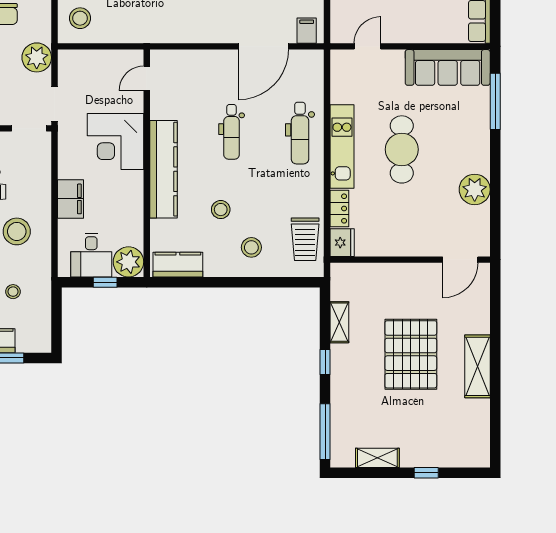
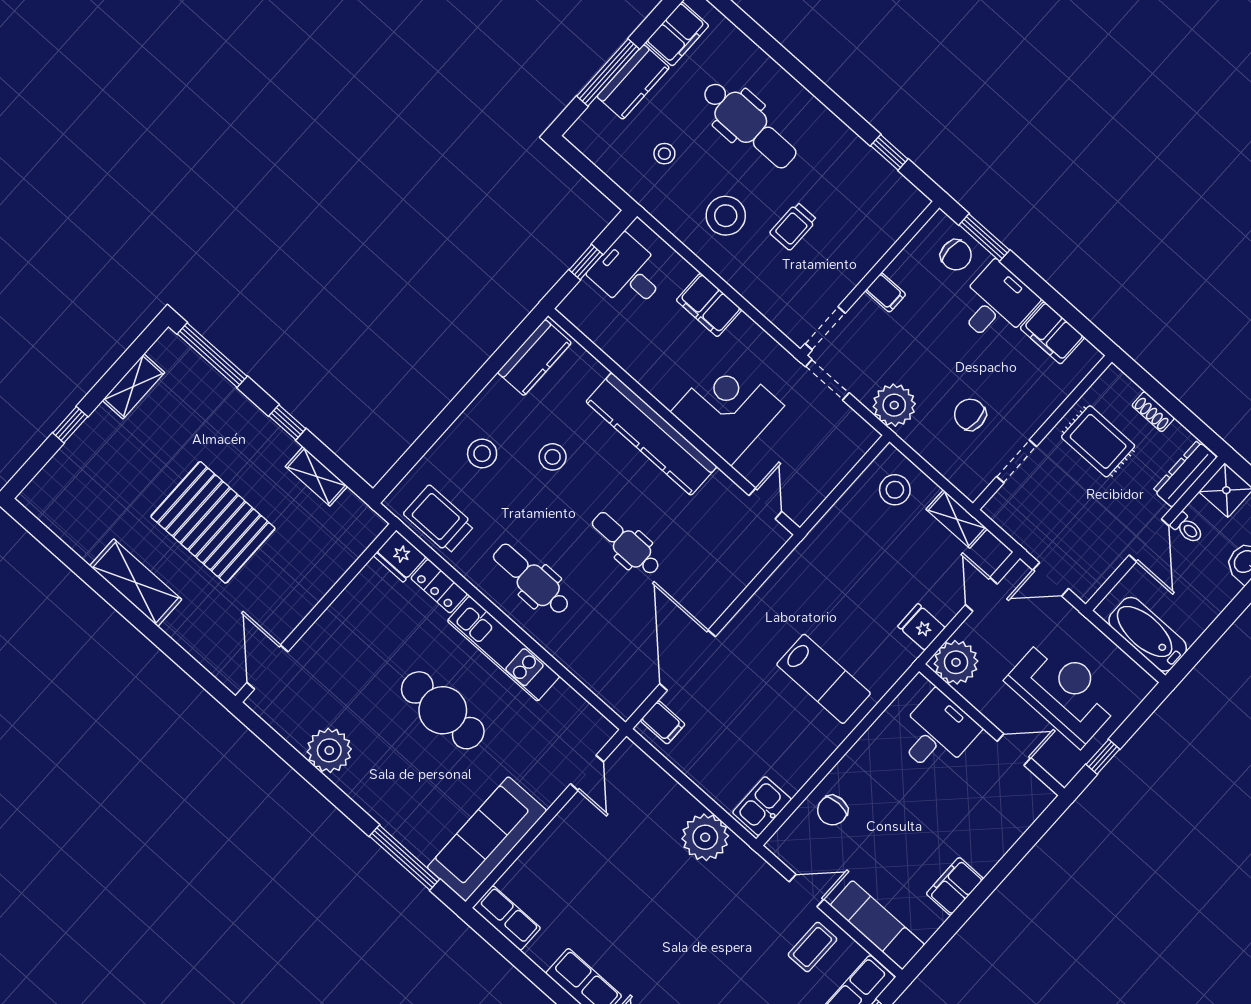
dental chair: (300, 133) -> (532, 579), moved
plant: (128, 262) -> (585, 307), removed

